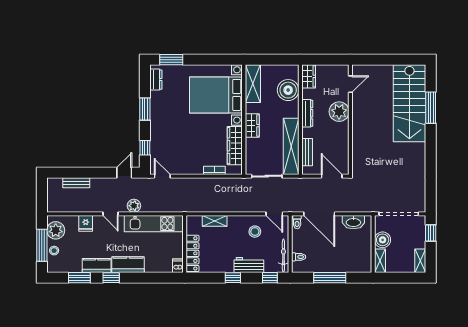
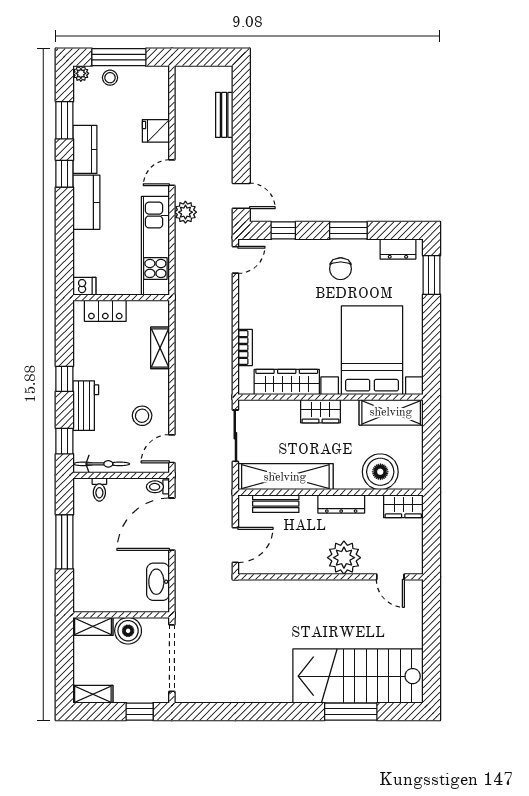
chair: (168, 114) -> (341, 269), added
plant: (56, 230) -> (81, 73), moved, width x0.53, depth x0.53
locker: (192, 253) -> (105, 311), width x0.66

